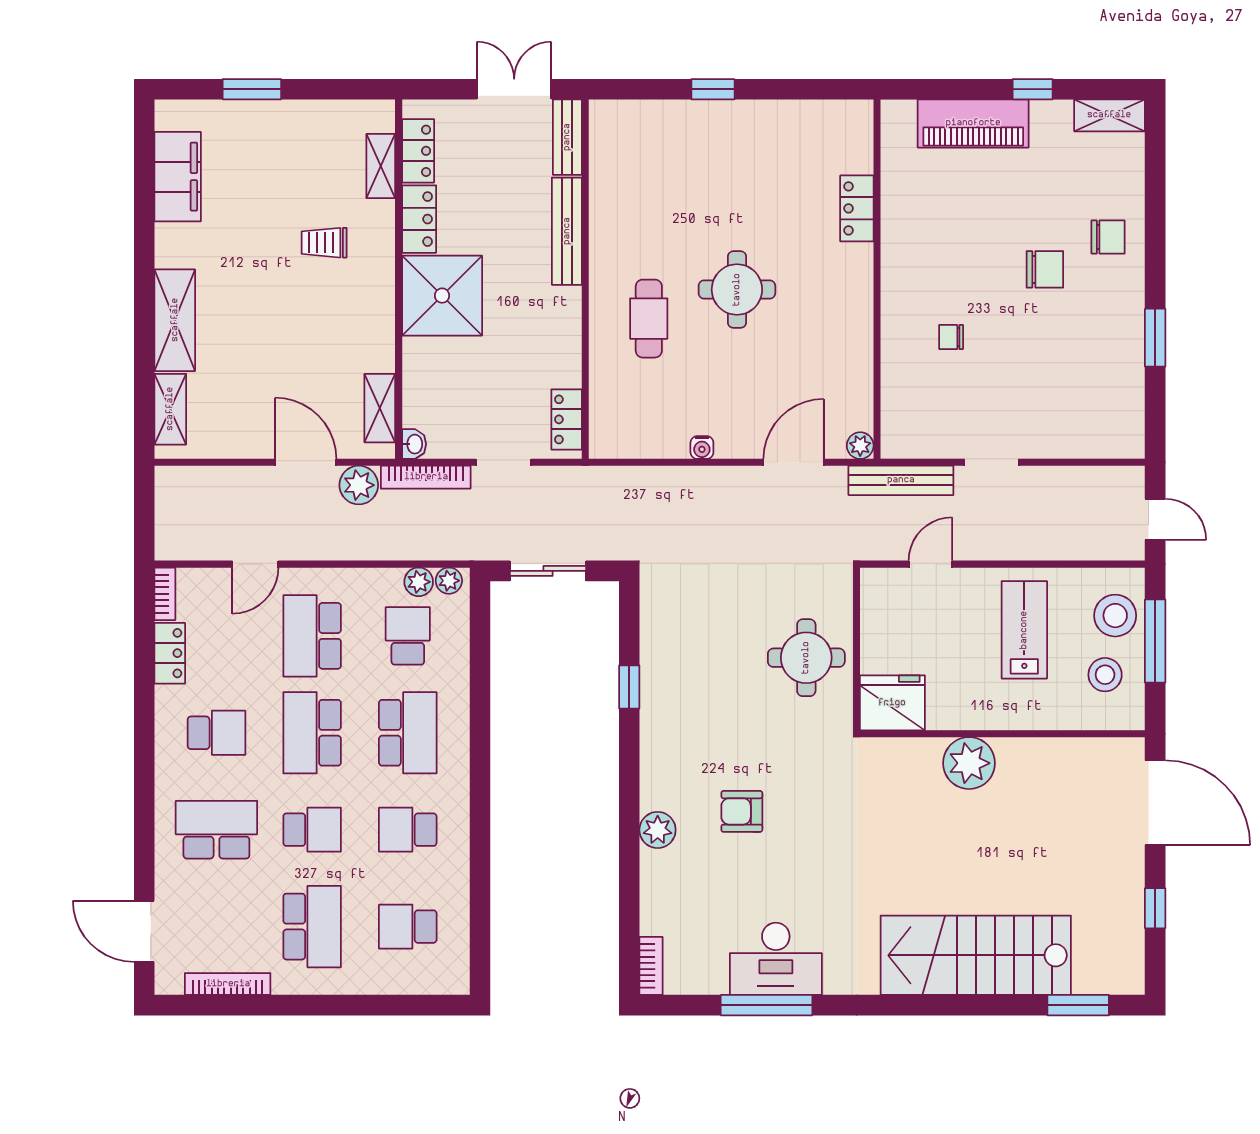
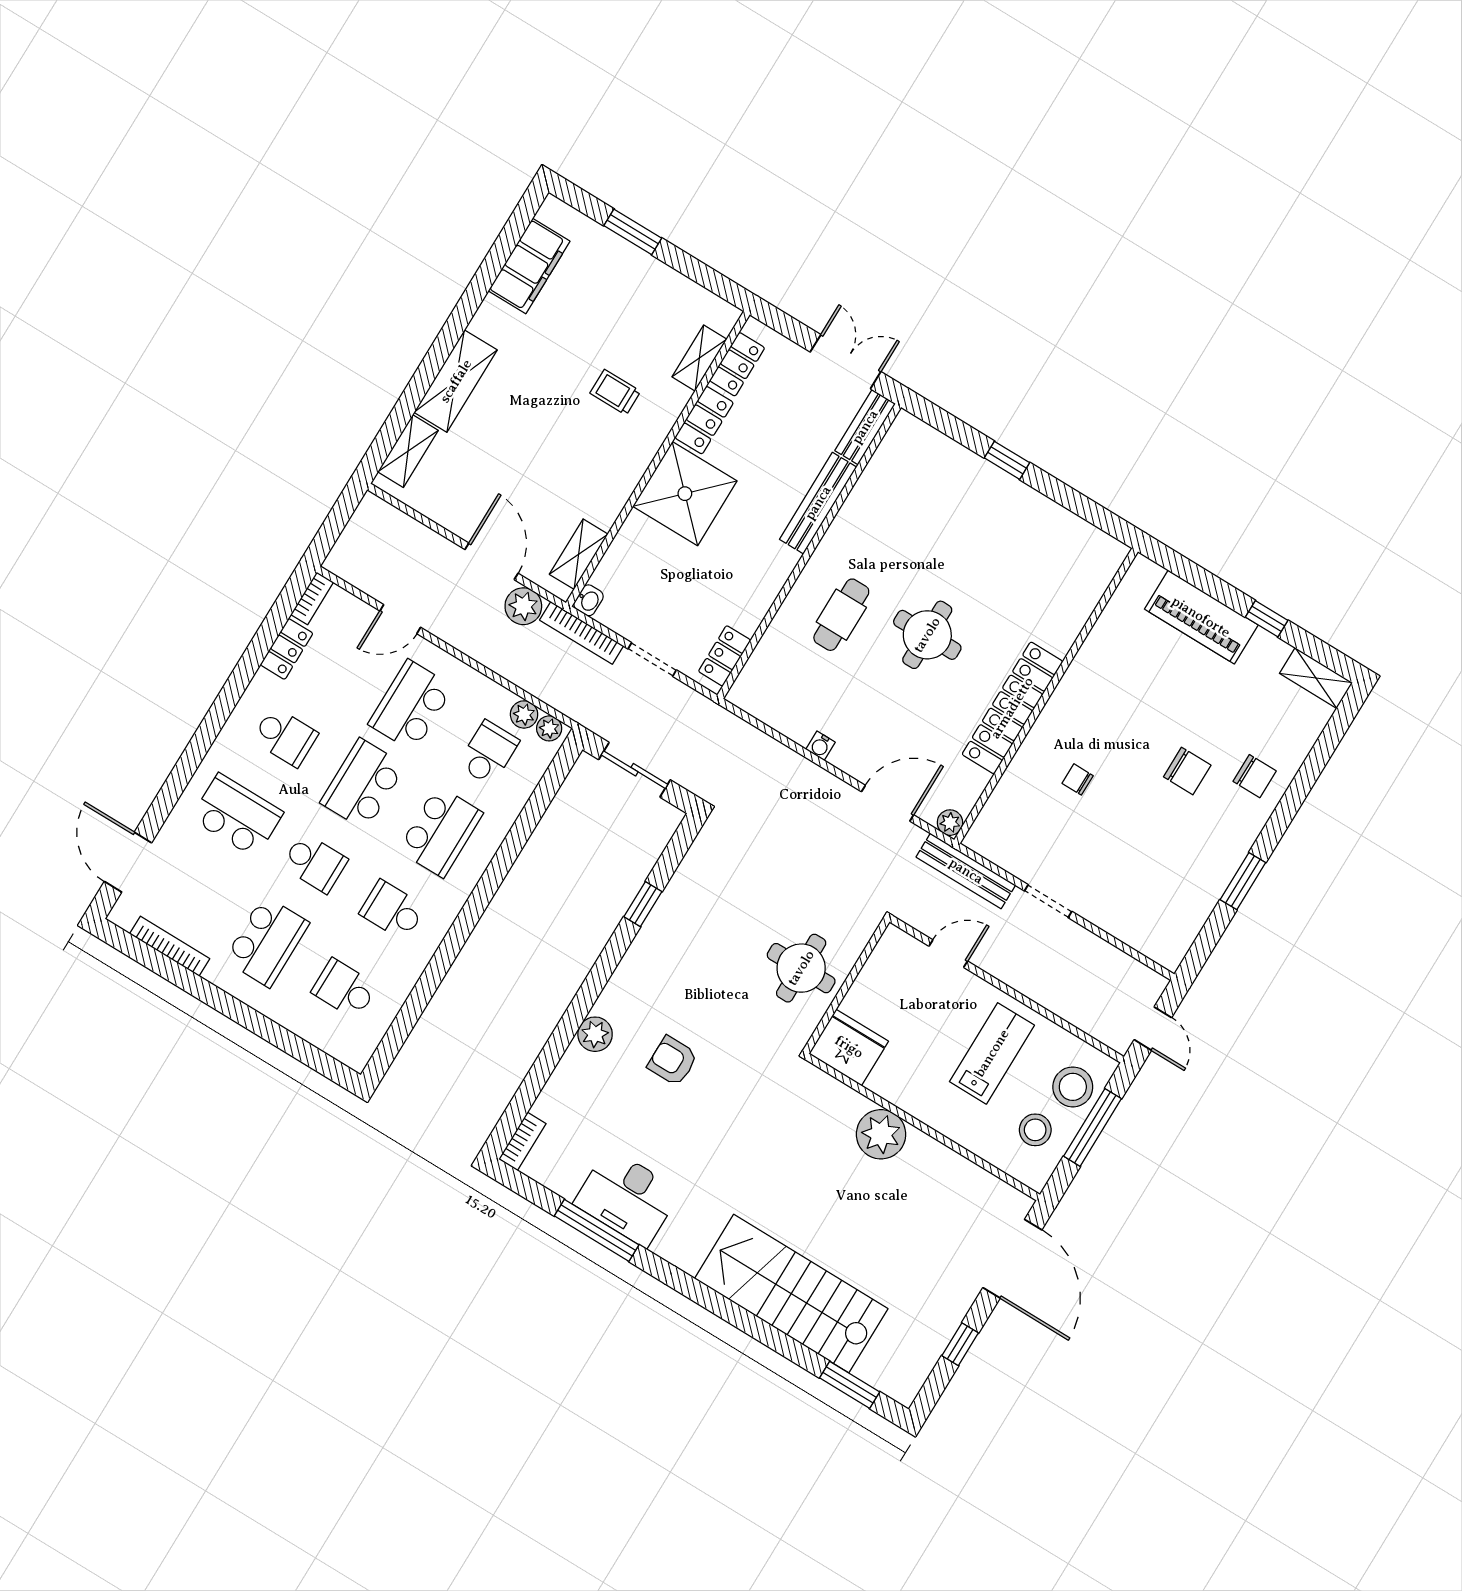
locker: (857, 208) -> (1012, 708), moved, width x2.16, depth x1.21

